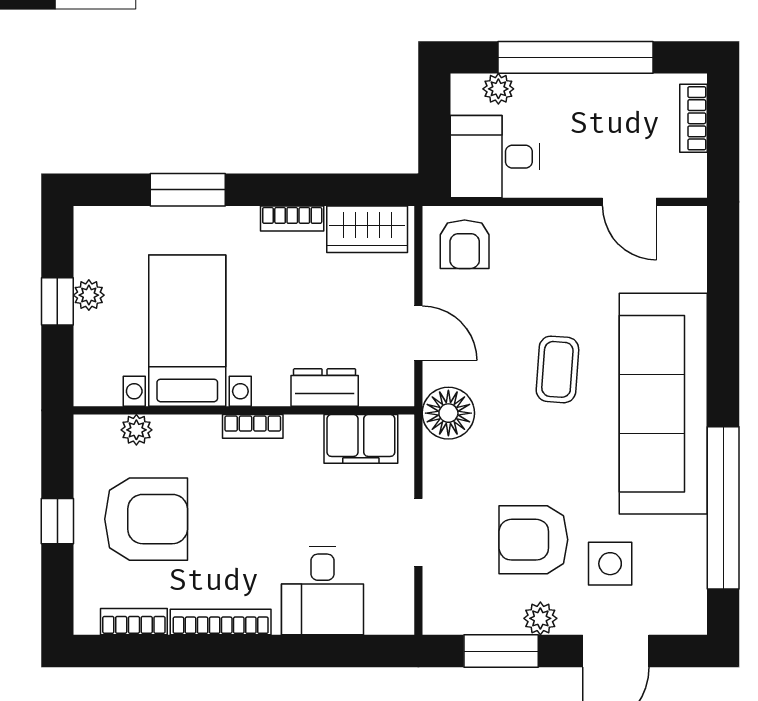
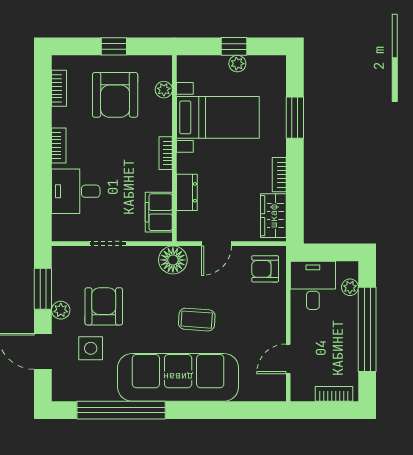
bookcase: (221, 622) -> (59, 146), width x0.64

